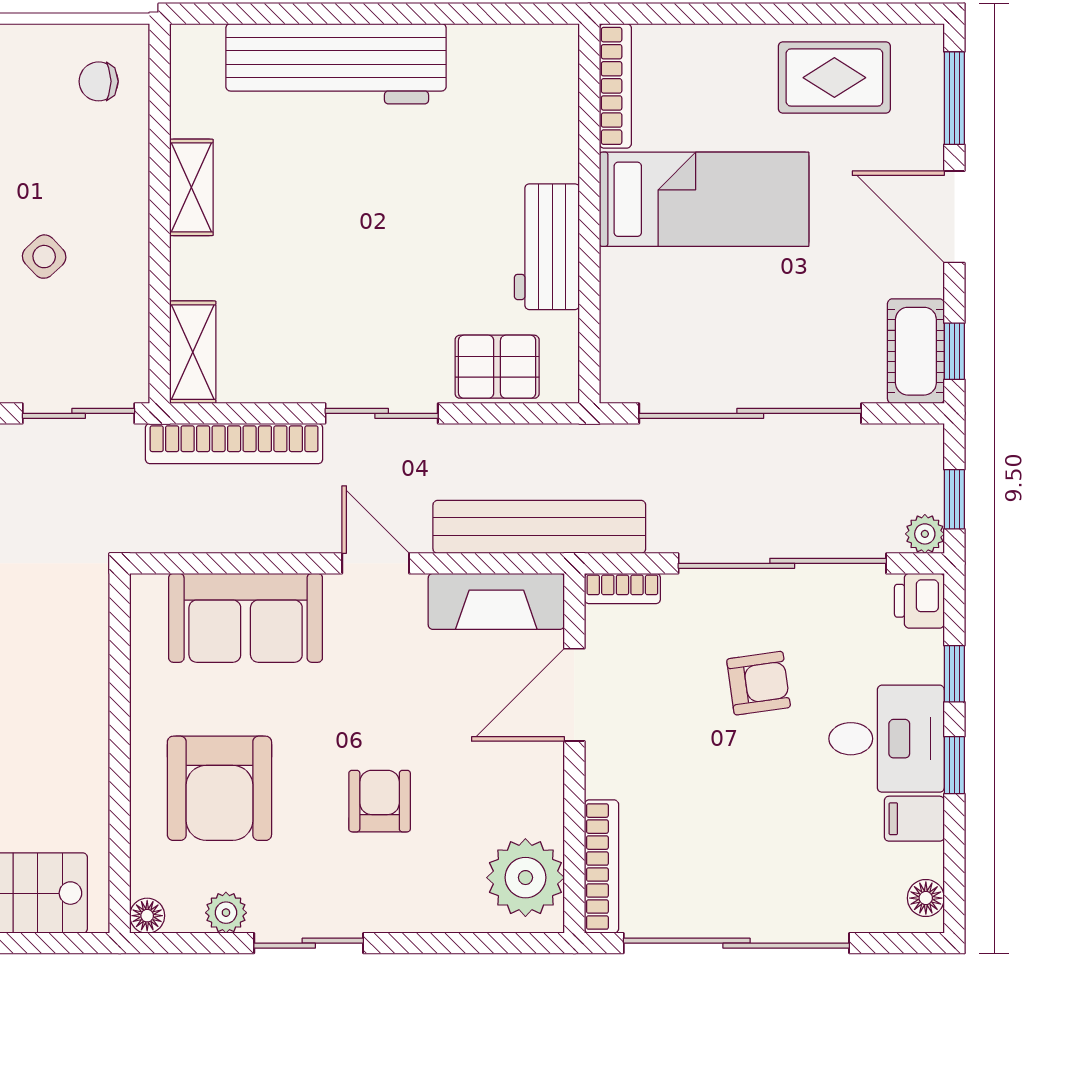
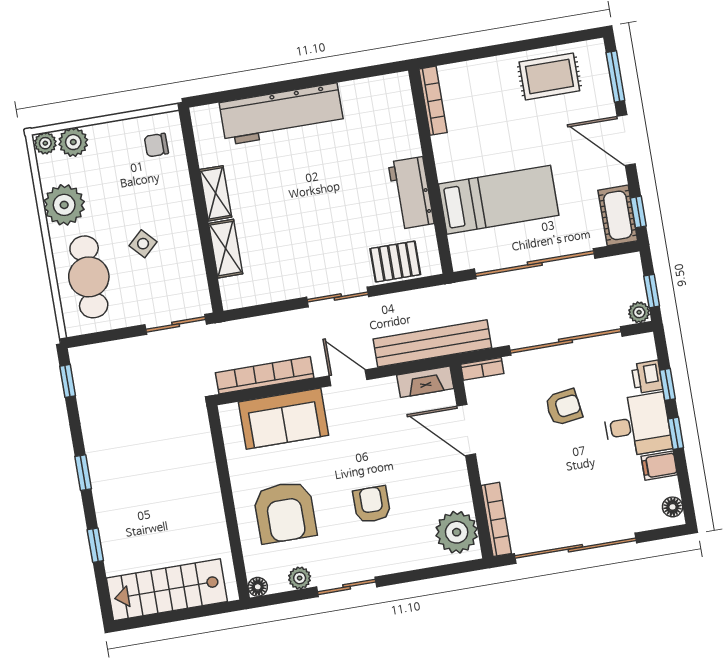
bed: (704, 199) -> (499, 200), moved
shelving: (193, 352) -> (226, 249), moved
bookcase: (234, 444) -> (265, 375), moved, turned 180
fireplace: (496, 601) -> (425, 382), width x0.73, depth x0.76
printer: (919, 601) -> (647, 377), moved
door: (574, 695) -> (466, 430), hinge flipped

